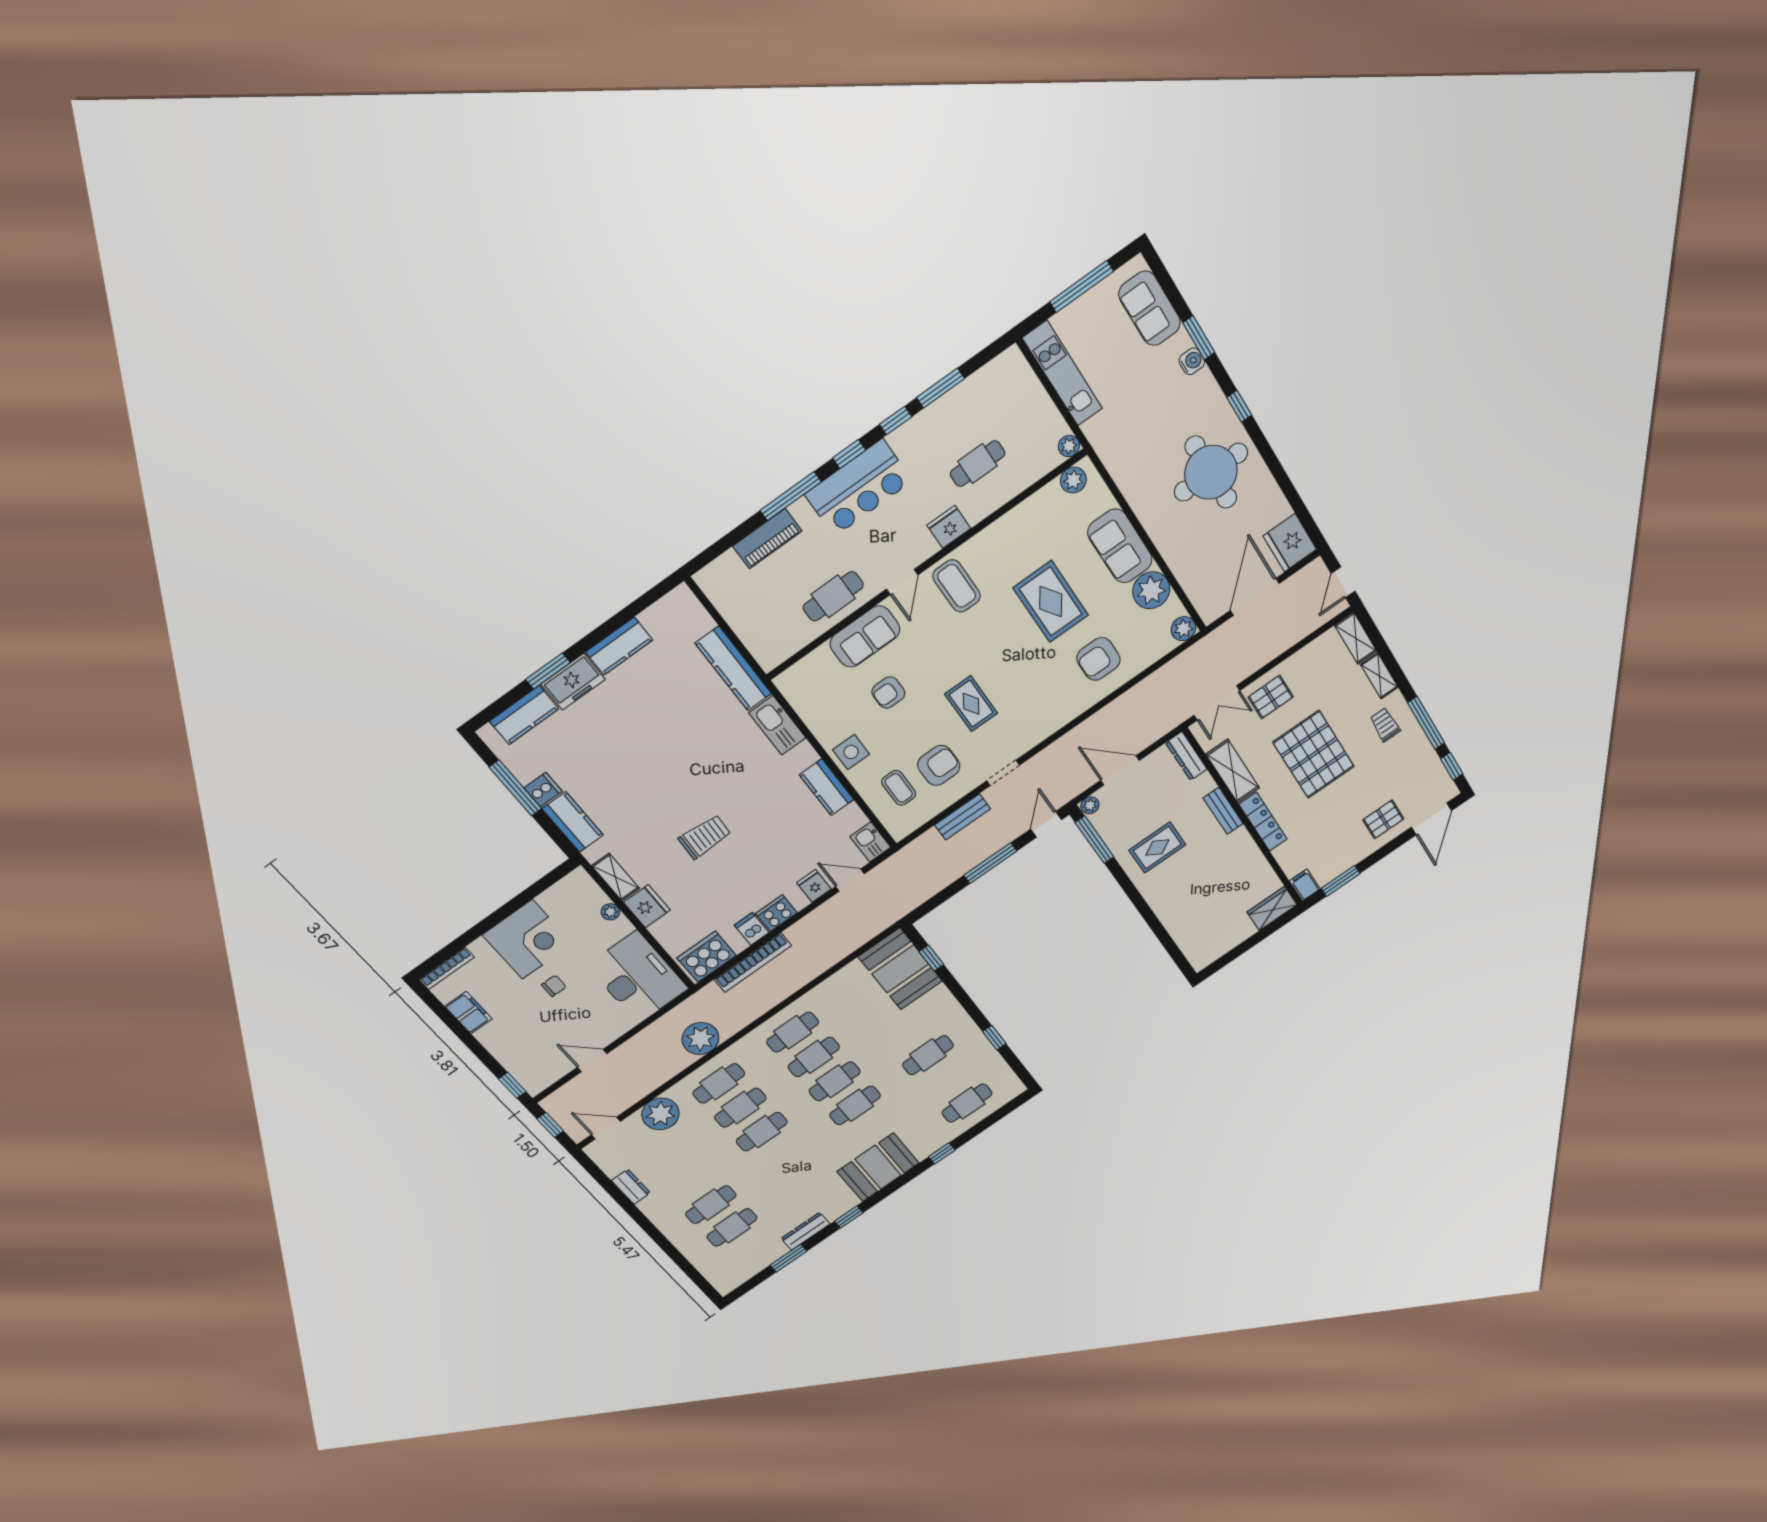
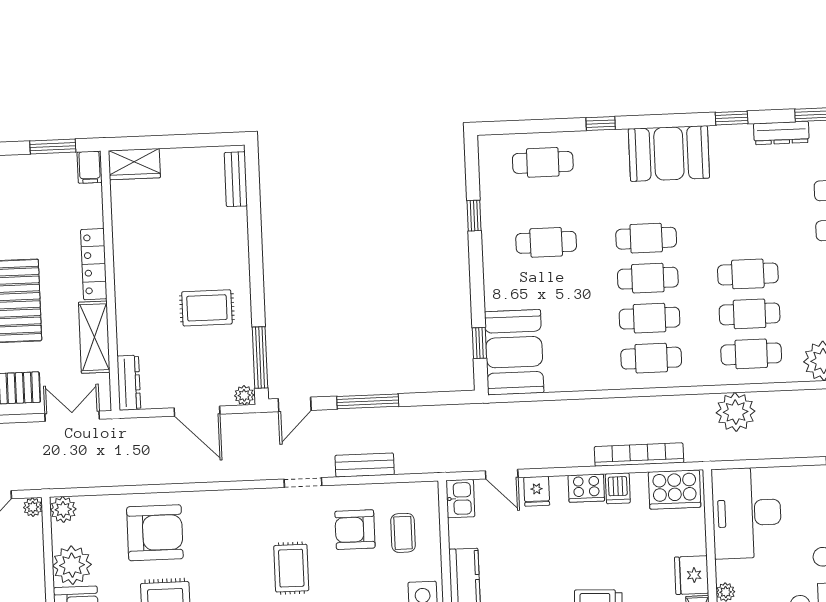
plant: (1209, 614) -> (33, 507), added
armchair: (1098, 659) -> (155, 533), width x1.36, depth x1.36
bench: (1223, 811) -> (236, 179), moved

